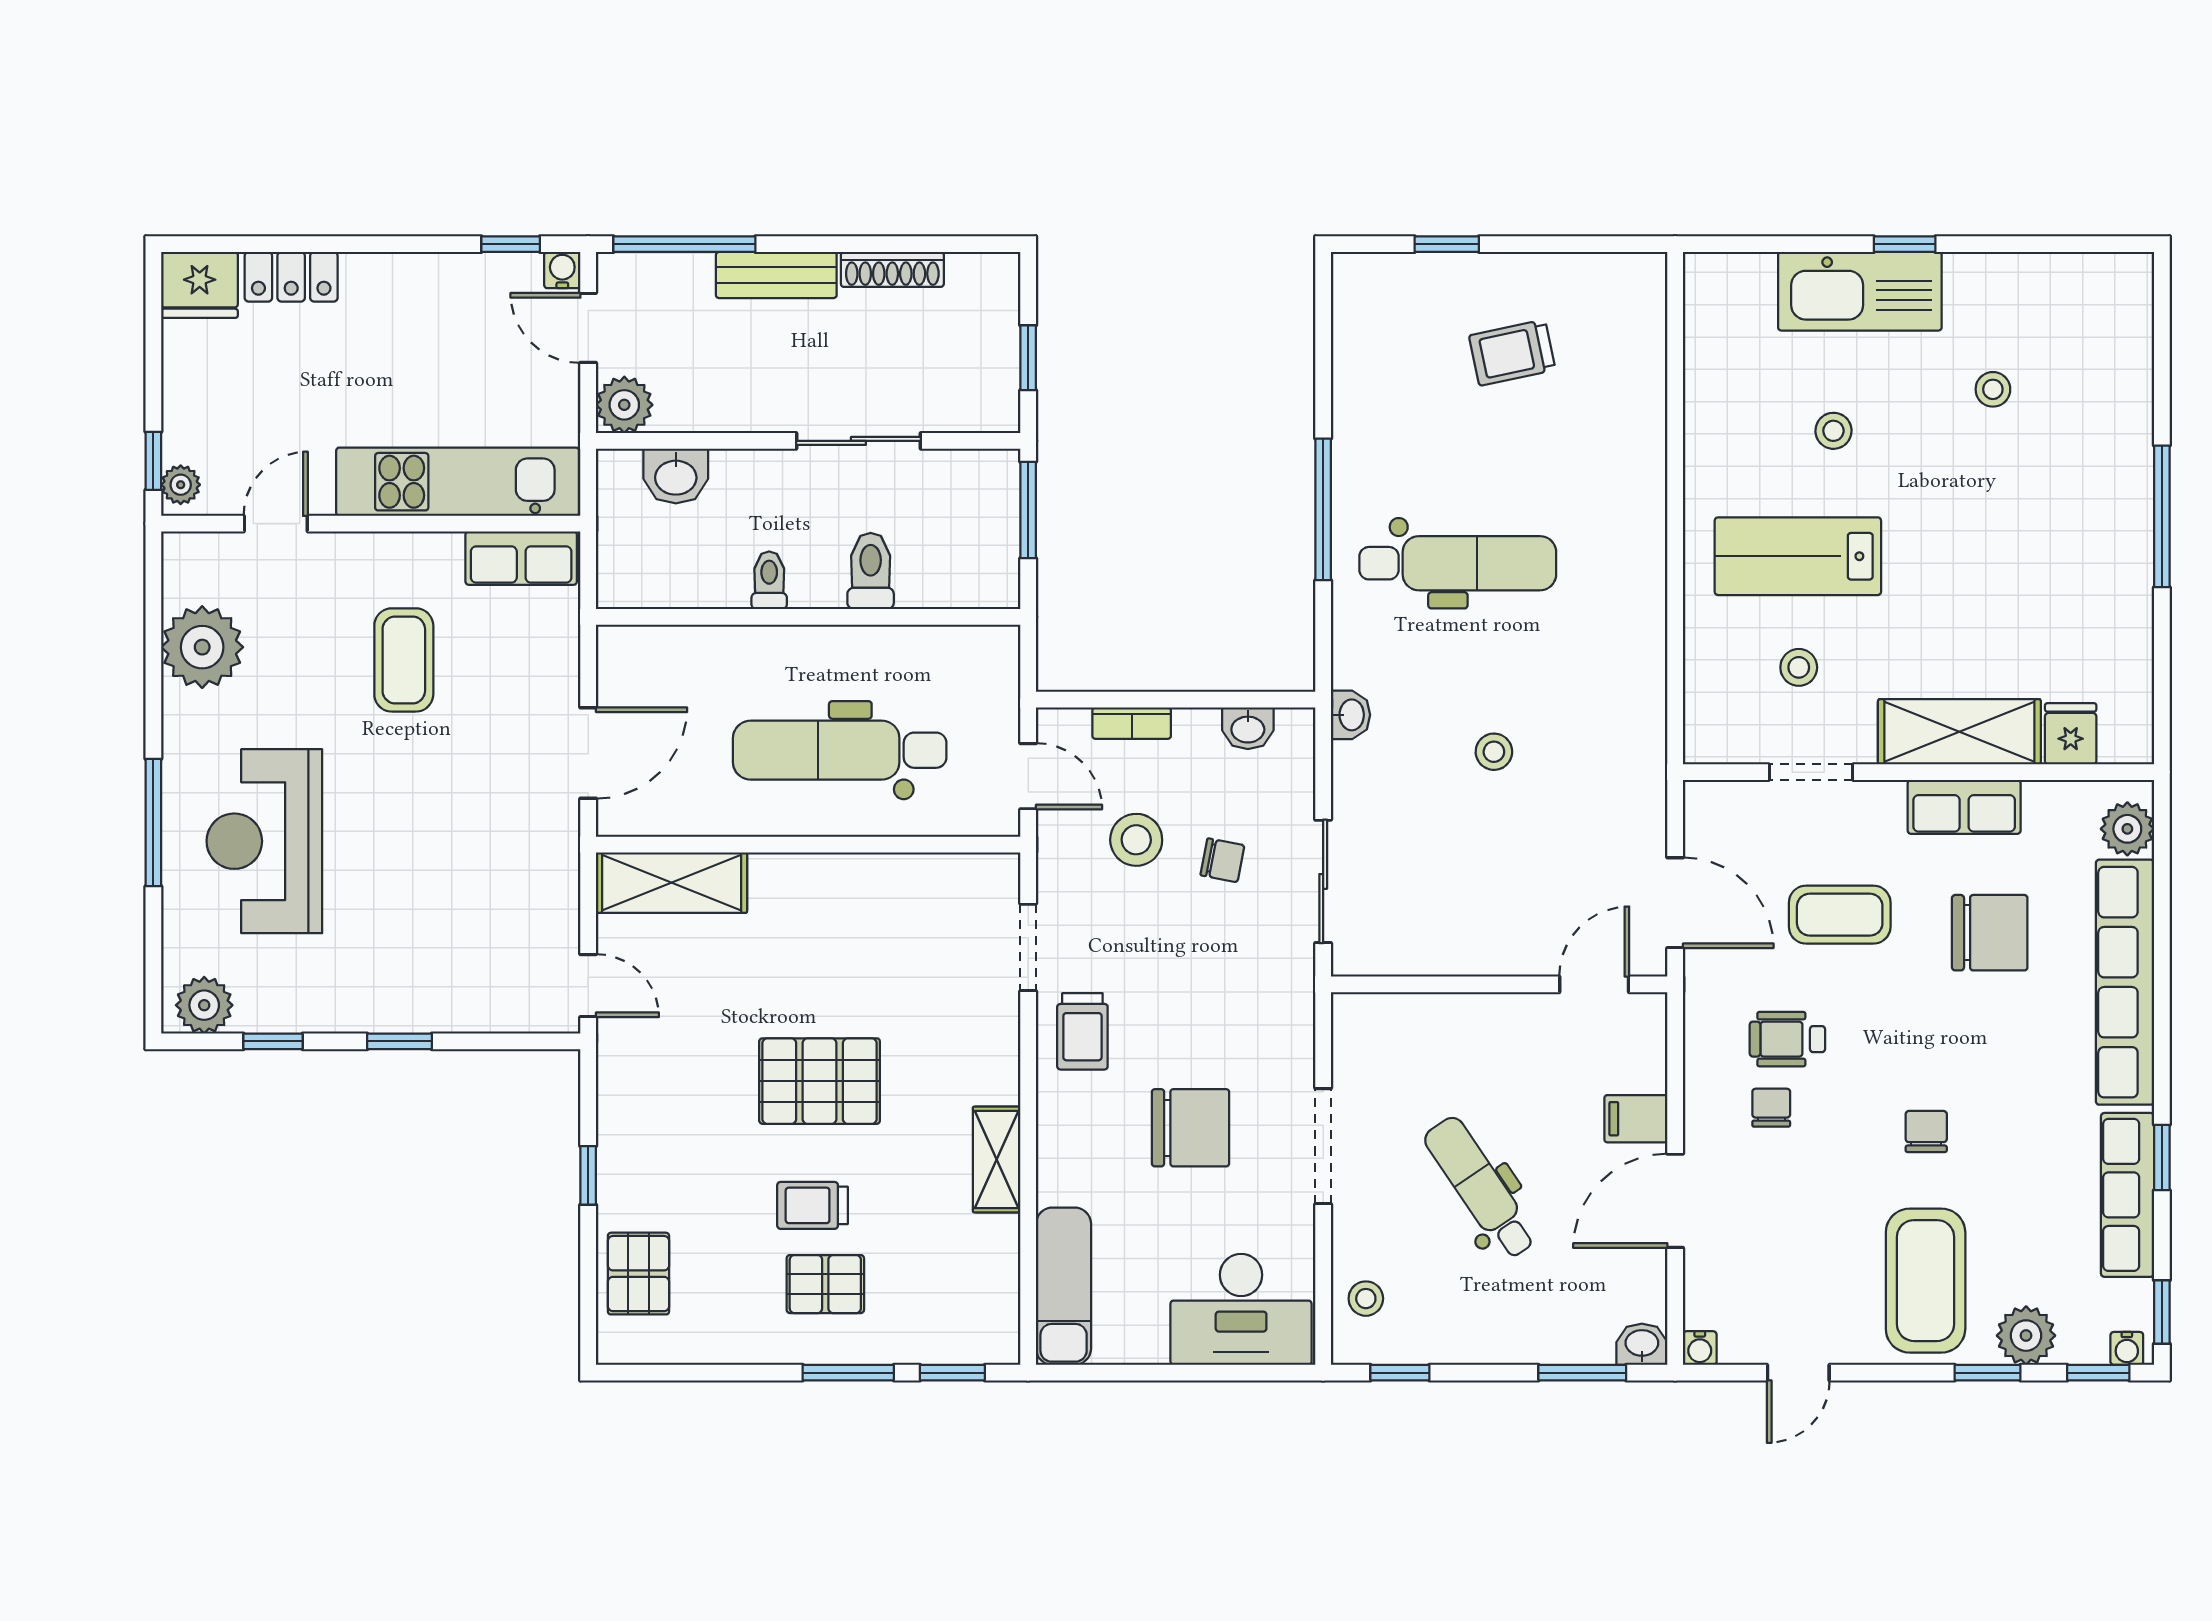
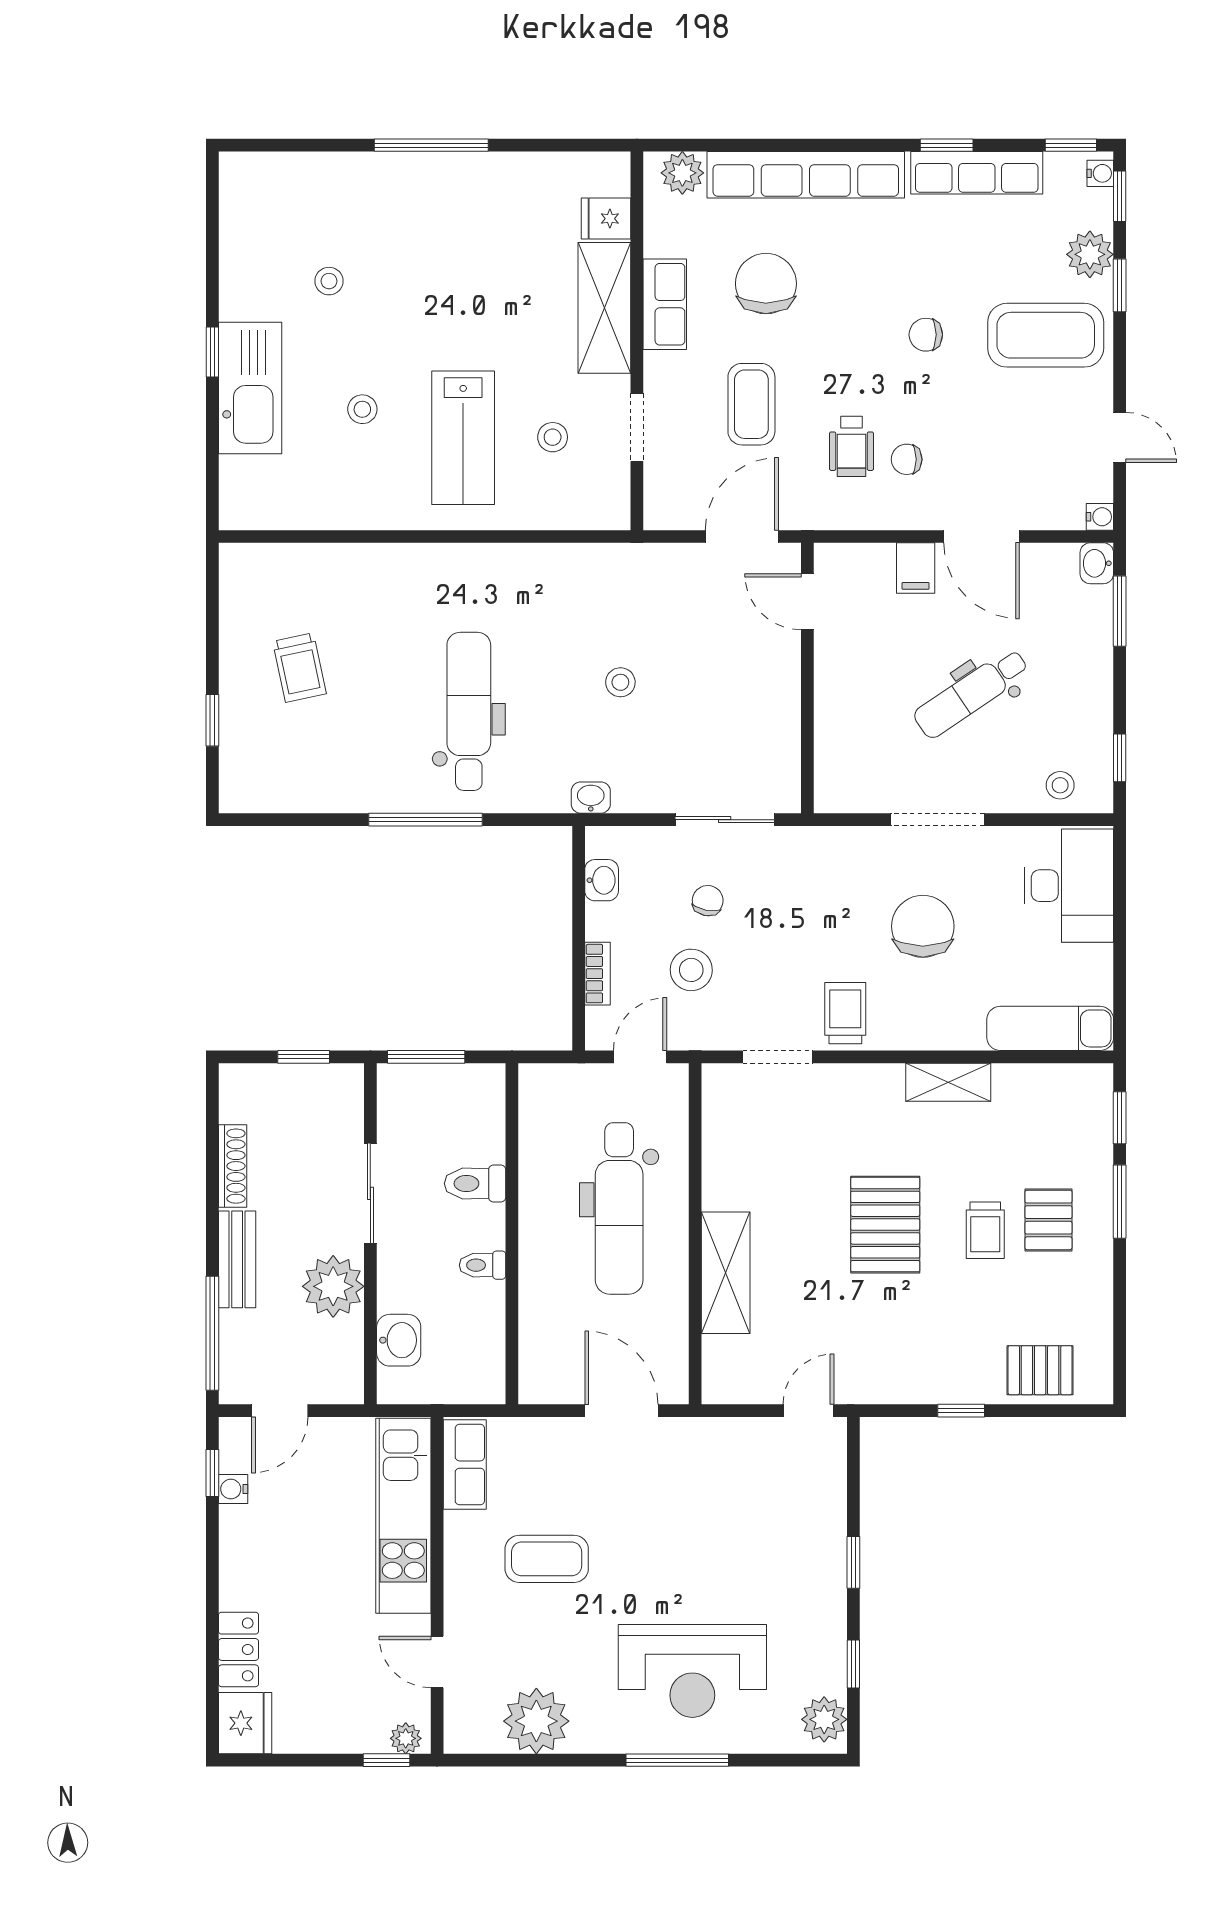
water cooler: (562, 270) -> (233, 1489), moved
plant: (624, 405) -> (333, 1286), moved, width x1.36, depth x1.36
shelving: (672, 883) -> (726, 1273), moved
trolley: (1082, 1031) -> (845, 1013), turned -90

